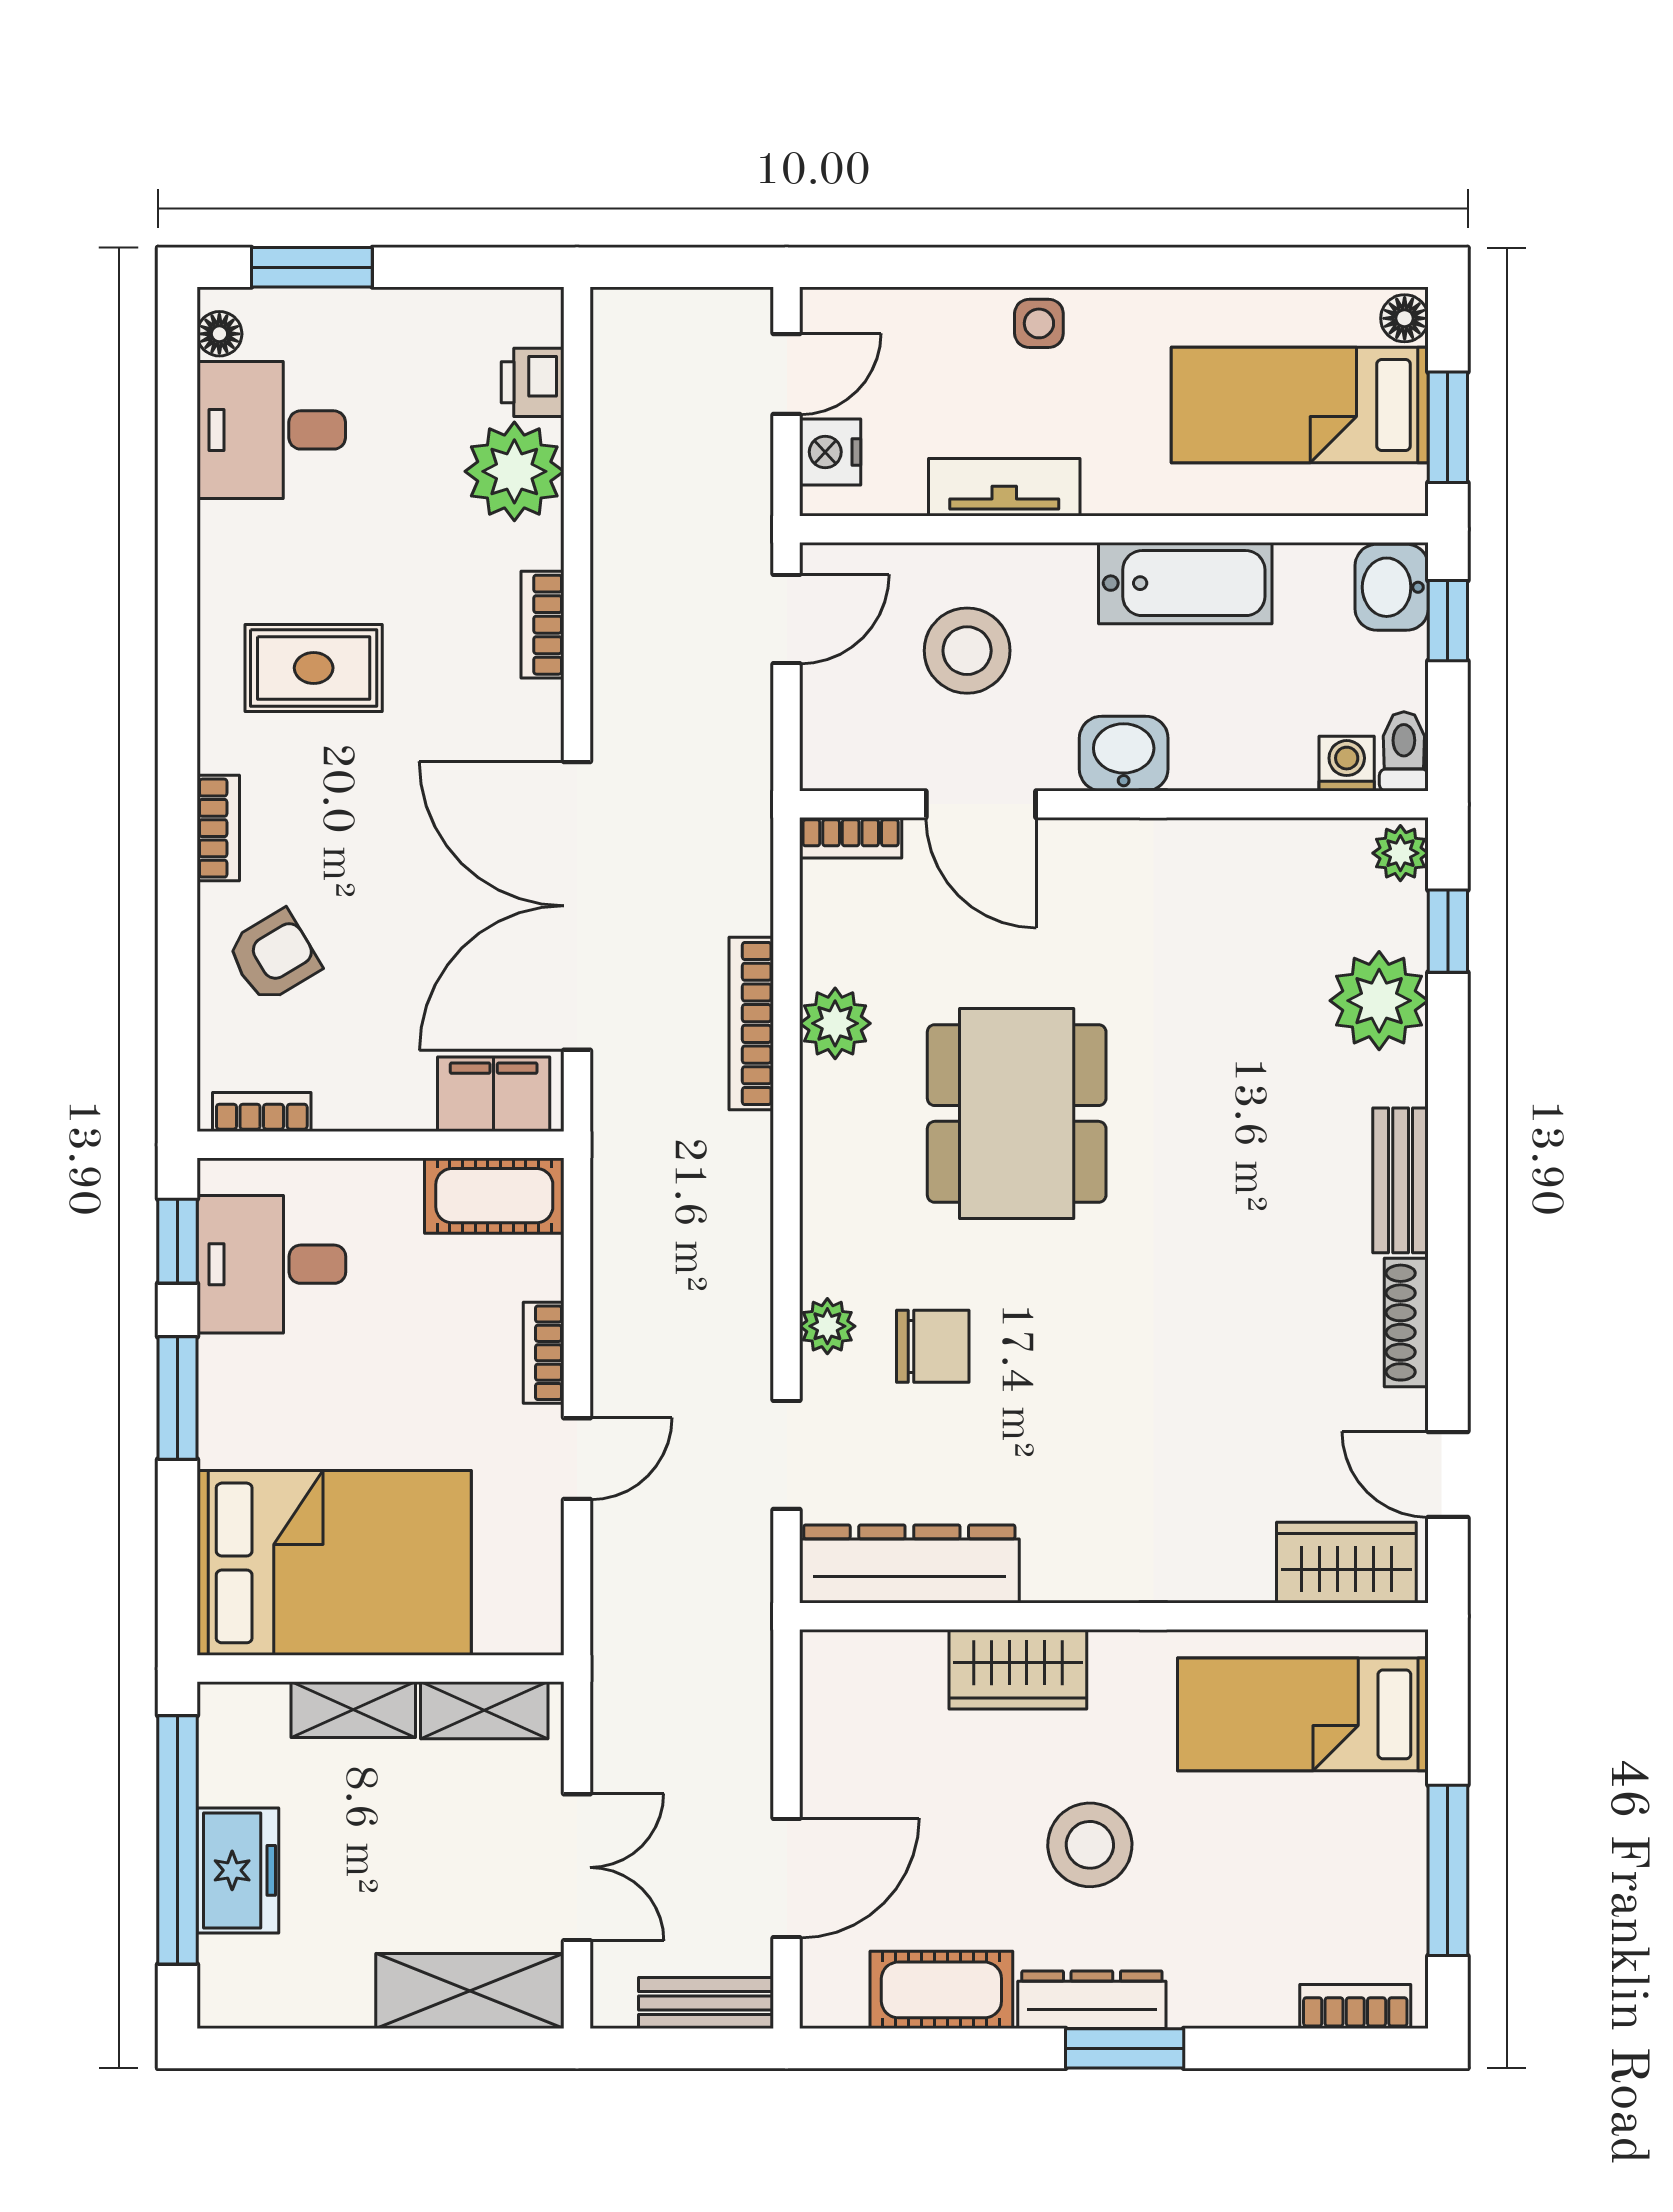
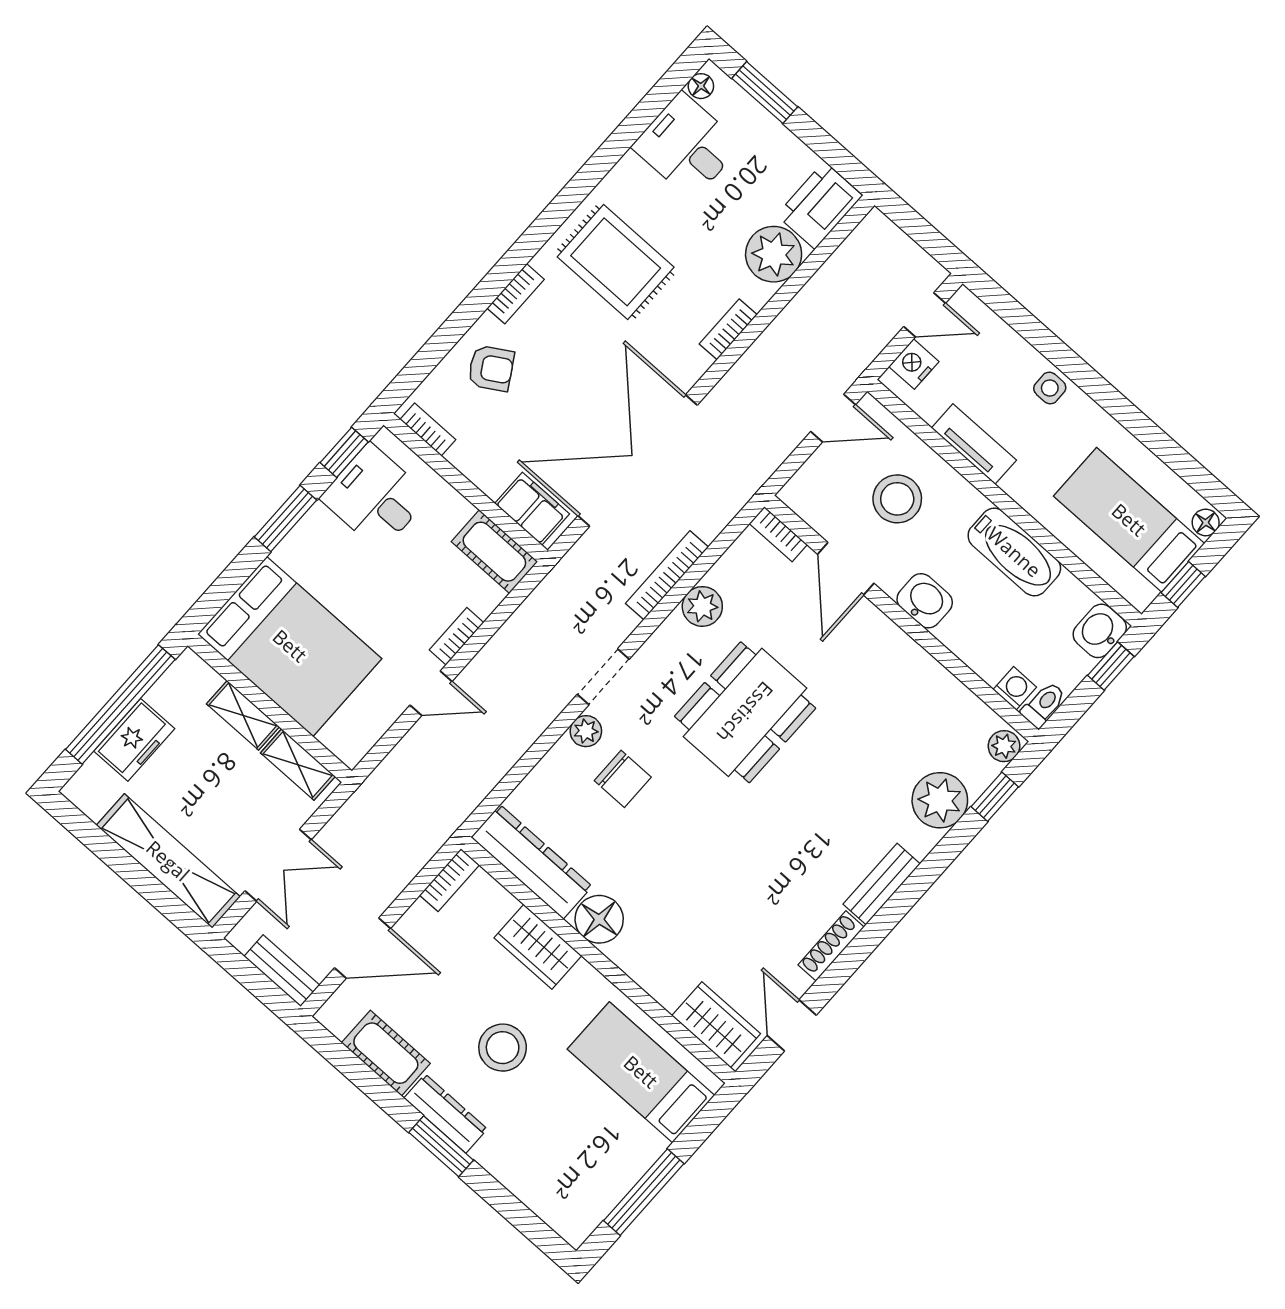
printer: (533, 382) -> (820, 205), width x1.87, depth x1.48
window: (1448, 427) -> (1183, 585), width x0.67
rug: (314, 668) -> (616, 262), width x1.36, depth x1.43
doorway: (787, 1455) -> (603, 677), moved
floor lamp: (1067, 1561) -> (599, 919), added
shelving: (470, 1991) -> (168, 861), width x1.47
bookcase: (1355, 2007) -> (450, 880), moved, turned 90

